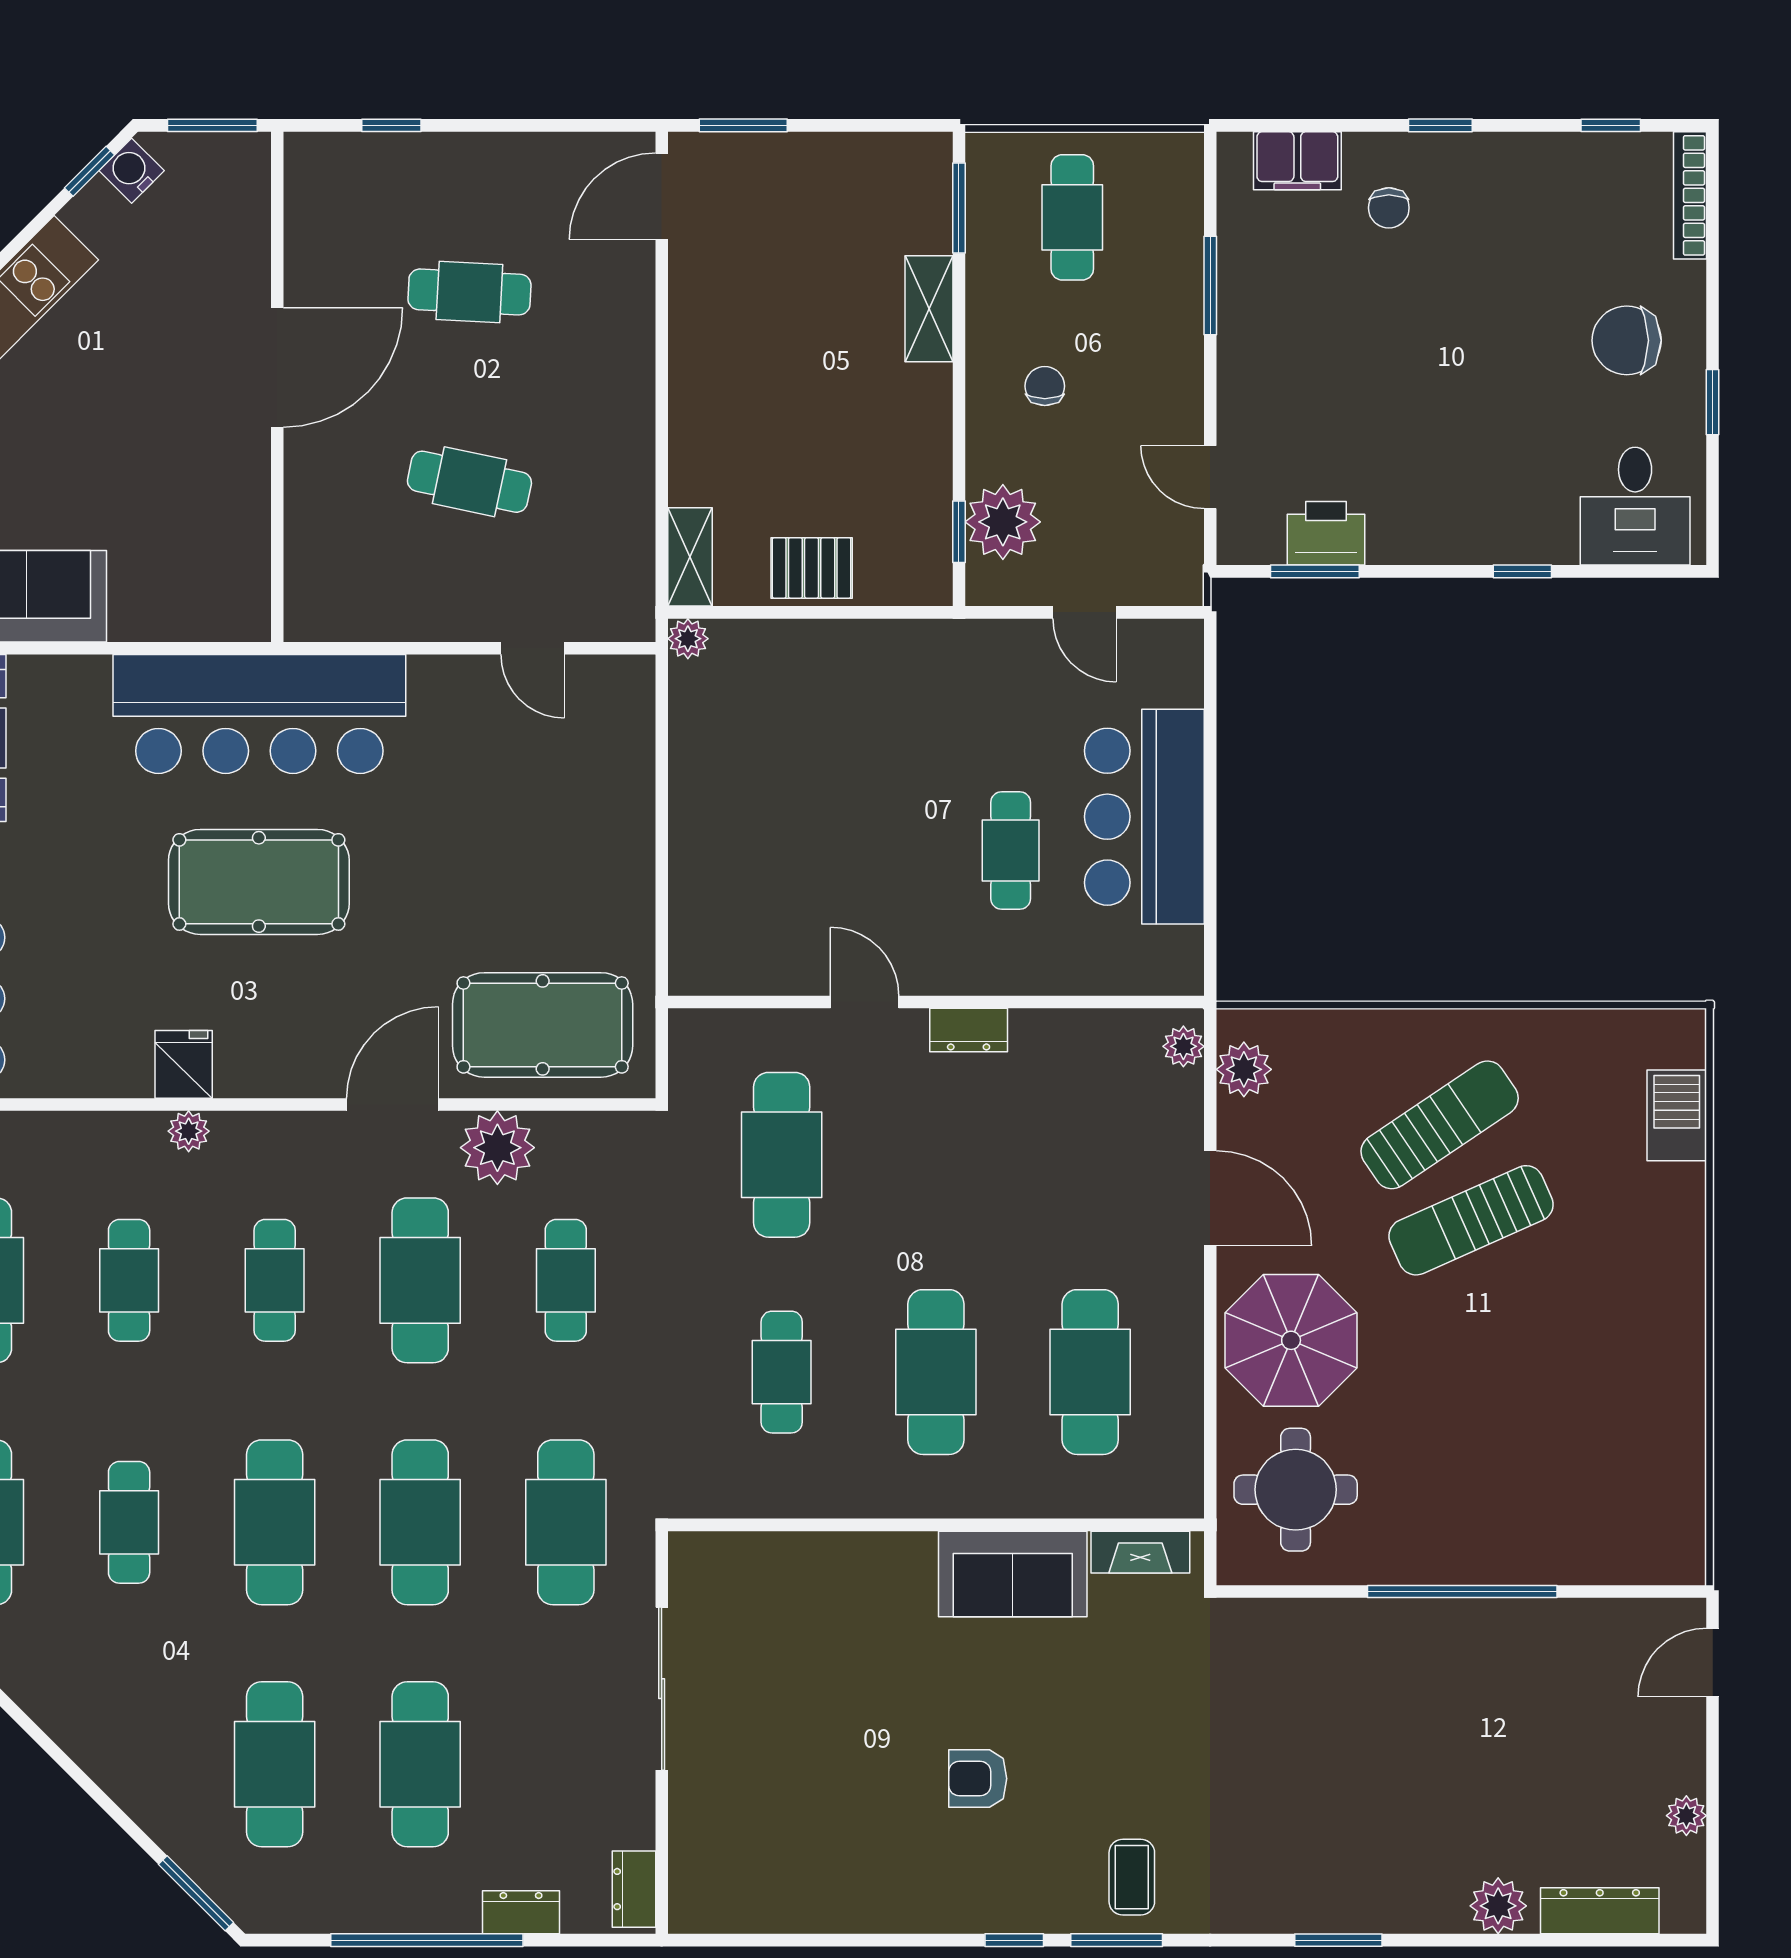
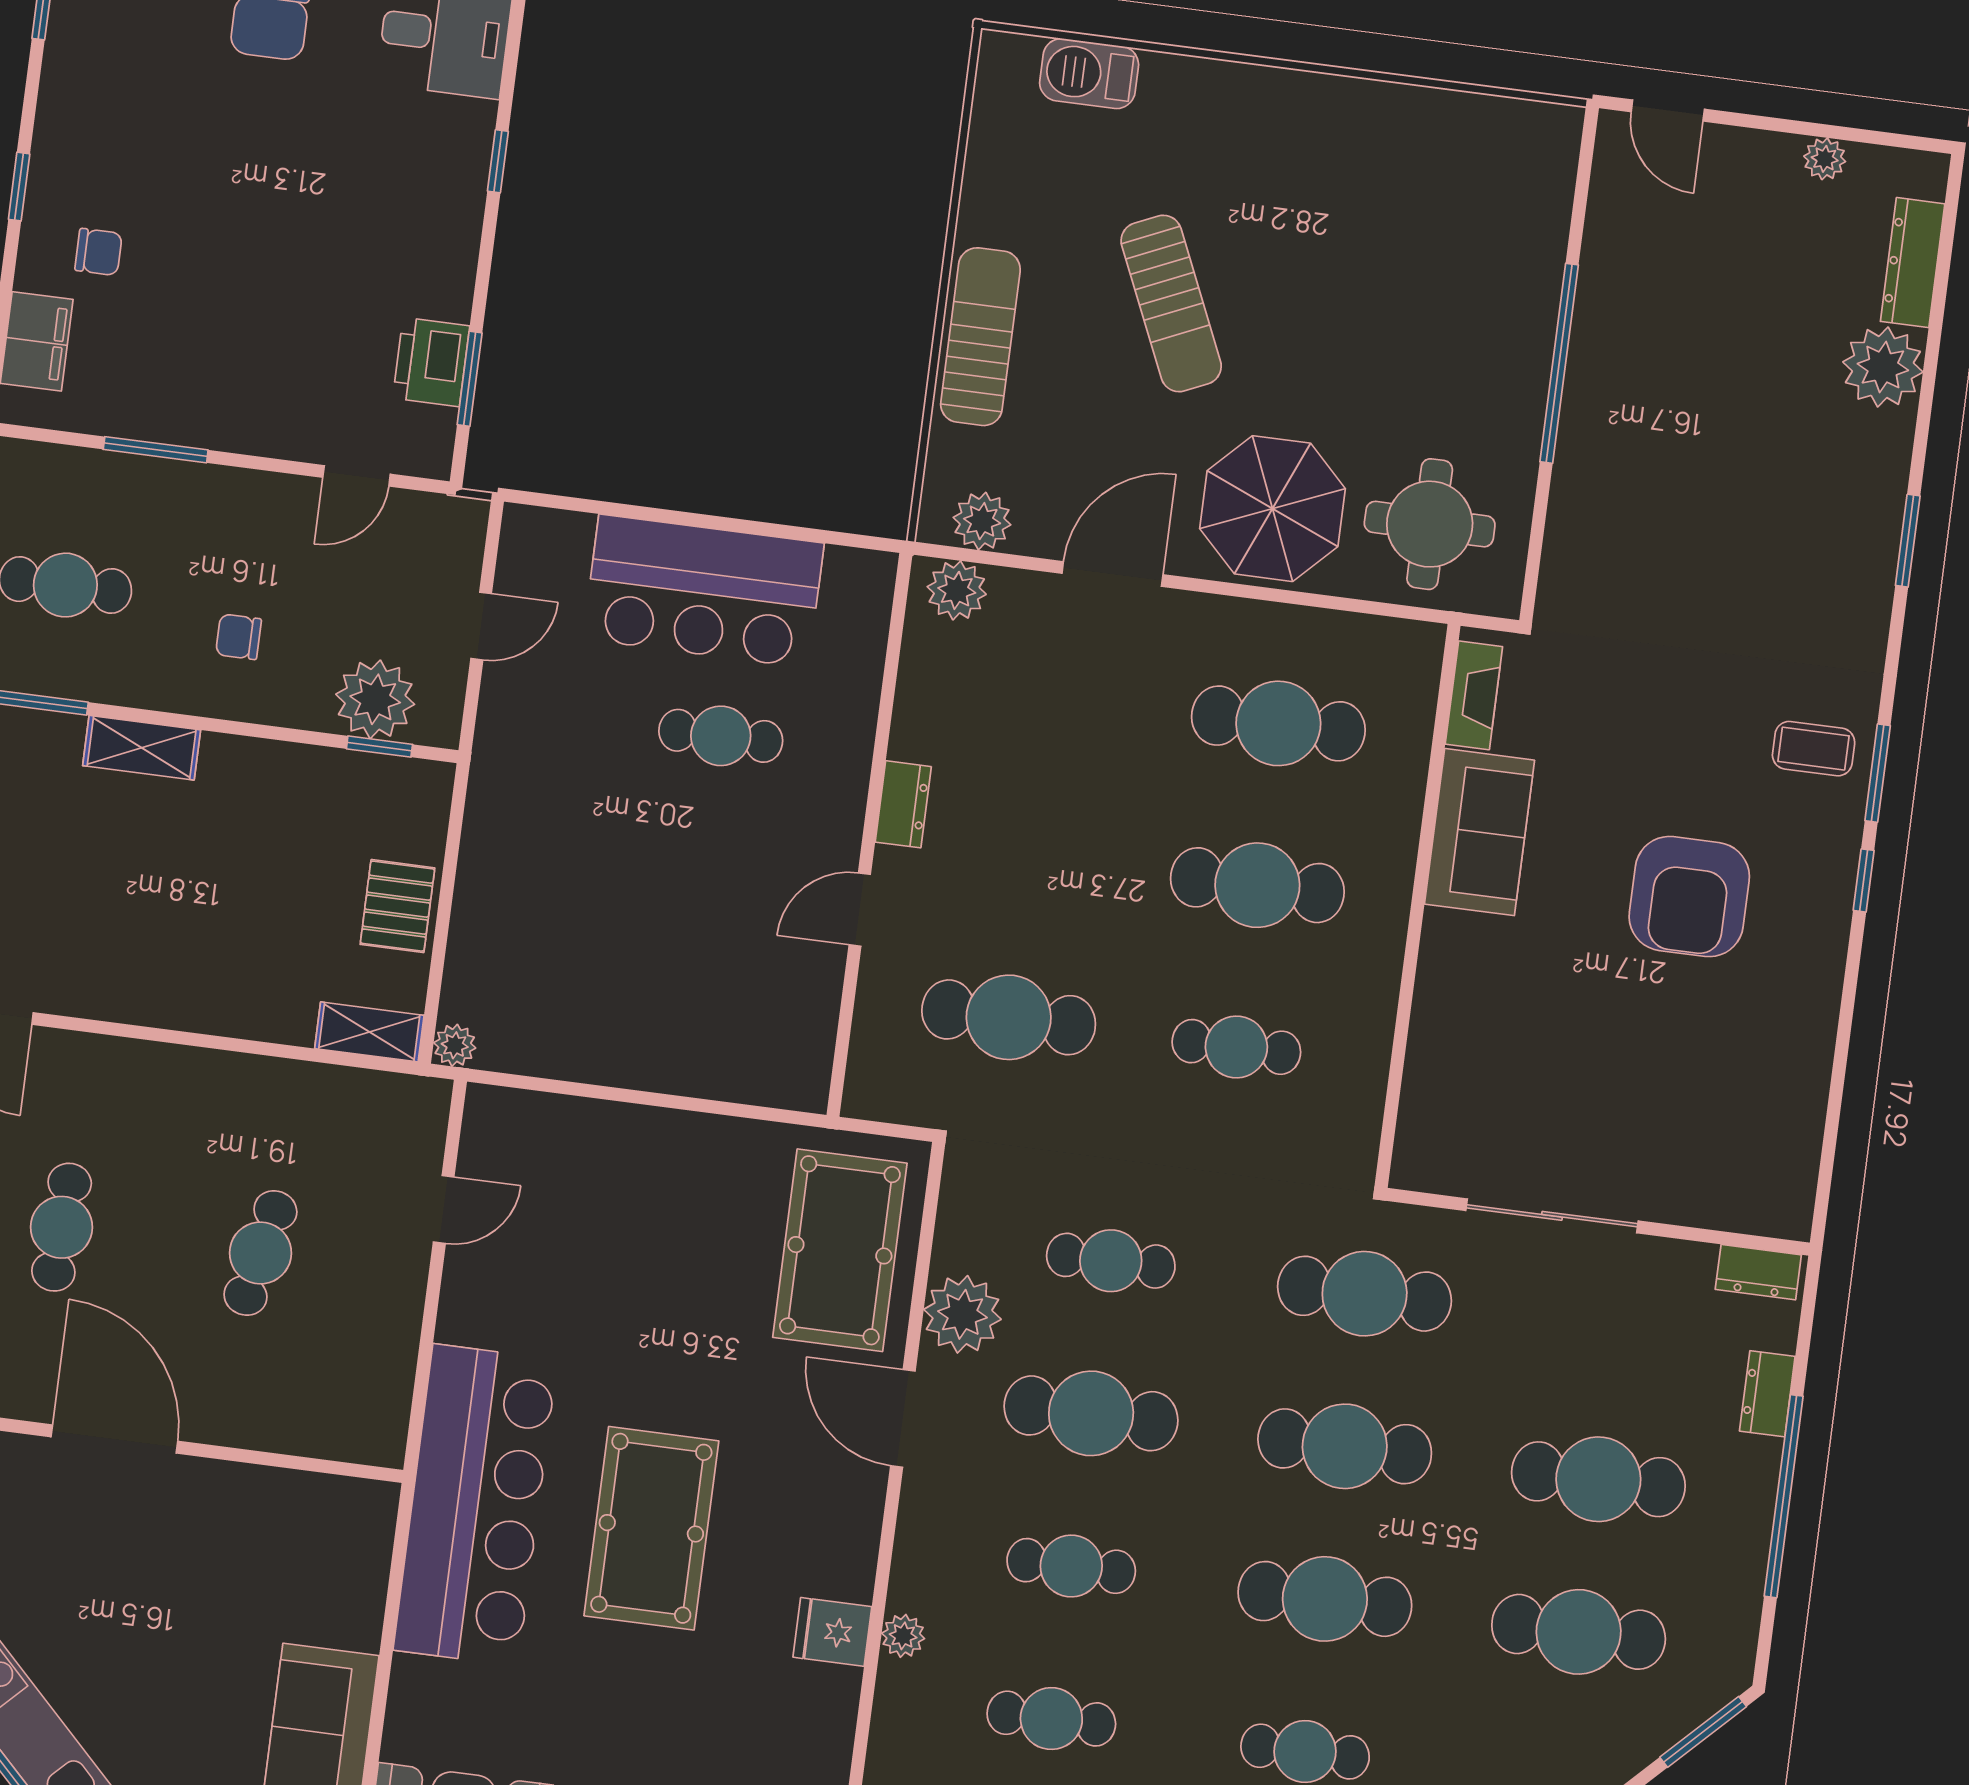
plant: (1183, 1046) -> (957, 590), width x1.38, depth x1.38
sun lounger: (1440, 1125) -> (980, 337), moved, turned 34
armchair: (978, 1779) -> (1689, 897), width x1.88, depth x1.88
plant: (1498, 1906) -> (1883, 367), width x1.36, depth x1.36

